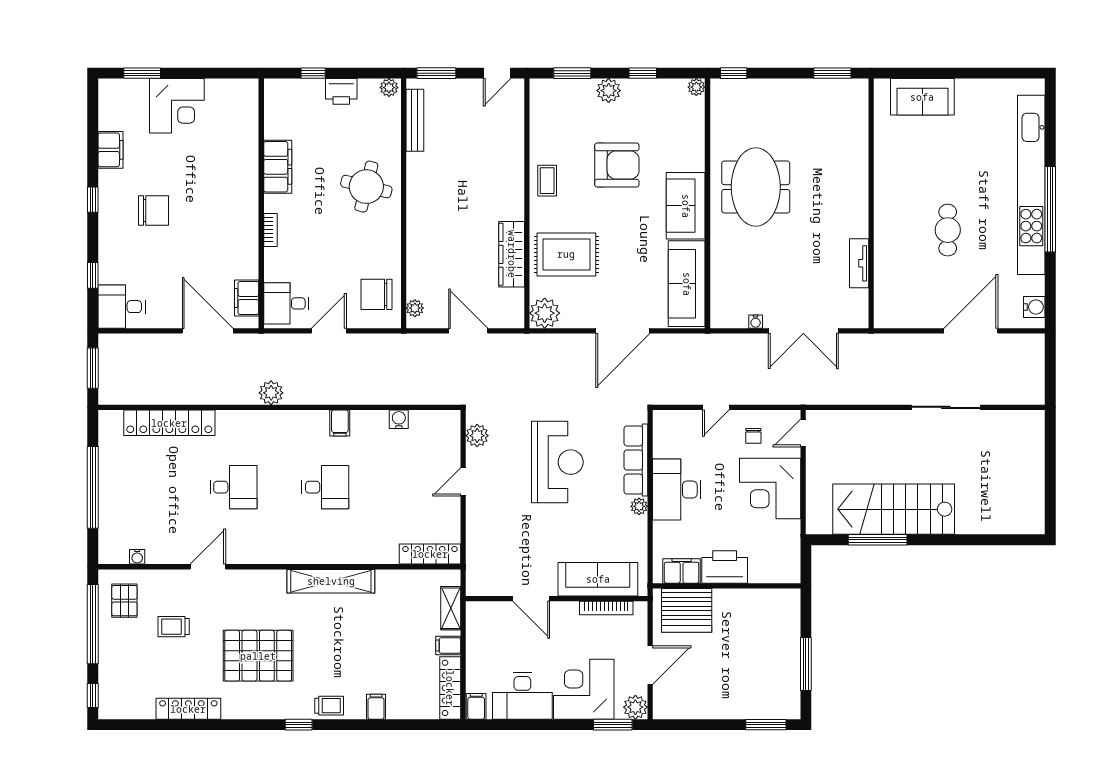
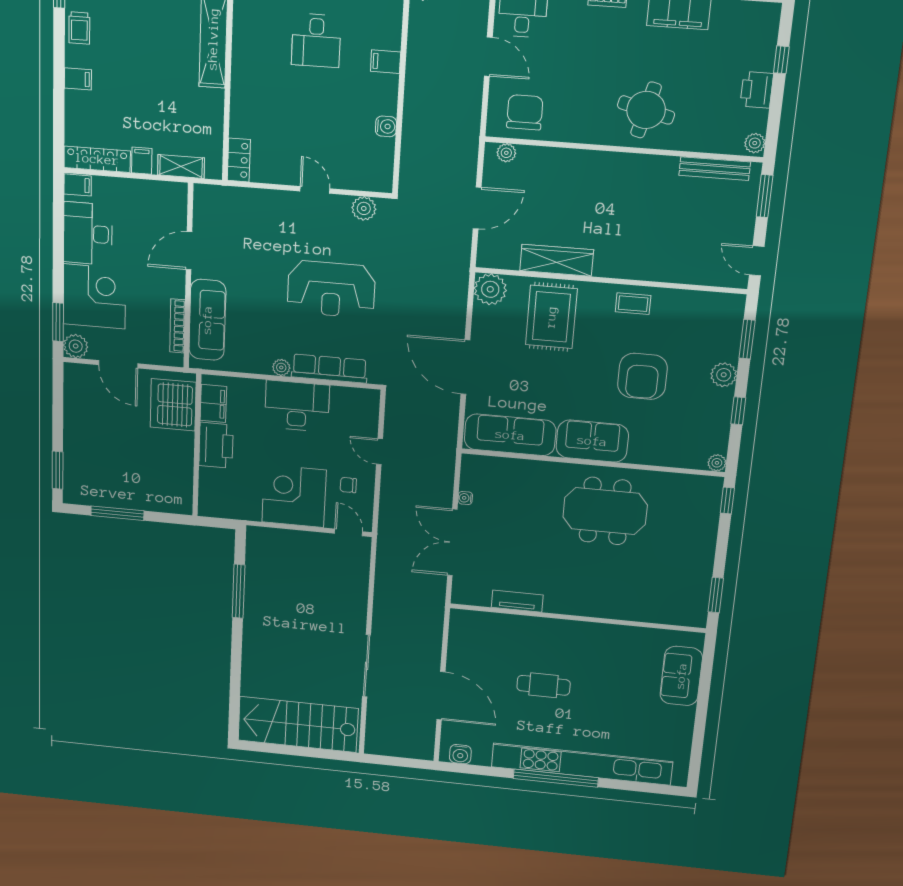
stairs: (894, 509) -> (298, 724), moved, turned -90
locker: (430, 554) -> (239, 160), width x0.66

